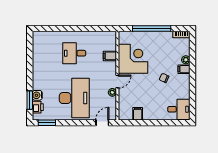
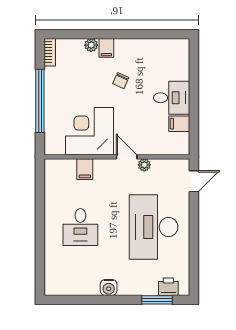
water cooler: (37, 95) -> (109, 287), moved
desk: (74, 98) -> (154, 227), turned -90
desk: (179, 109) -> (172, 98), moved, turned 90
window: (47, 123) -> (194, 272), removed
door: (102, 123) -> (194, 181), swing flipped

